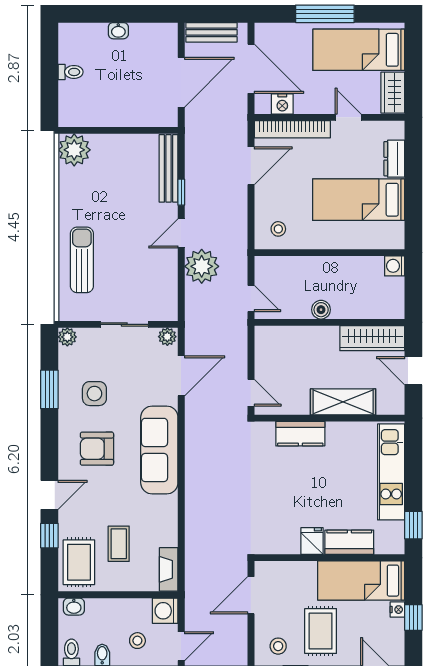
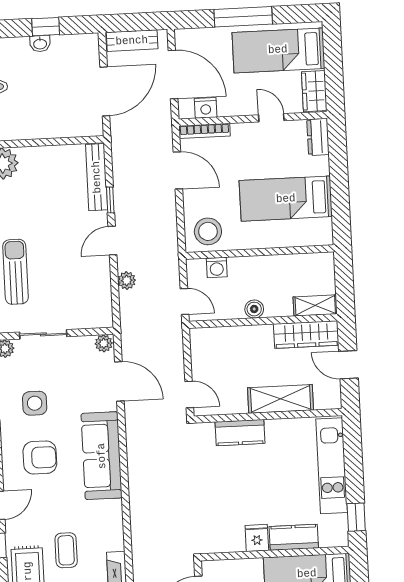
window: (125, 14) -> (46, 27), added
bookcase: (292, 129) -> (205, 131), width x0.68, depth x0.76
dresser: (394, 159) -> (318, 137), moved
door: (251, 166) -> (178, 170), hinge flipped
stool: (278, 229) -> (208, 231), width x1.89, depth x1.89
plant: (202, 266) -> (127, 280), width x0.53, depth x0.53
washing machine: (395, 266) -> (217, 268), moved, turned -90
shelving: (383, 309) -> (315, 305), added
sliding door: (124, 324) -> (43, 334), moved
door: (181, 376) -> (119, 381), hinge flipped
armchair: (97, 449) -> (40, 457), turned 180

